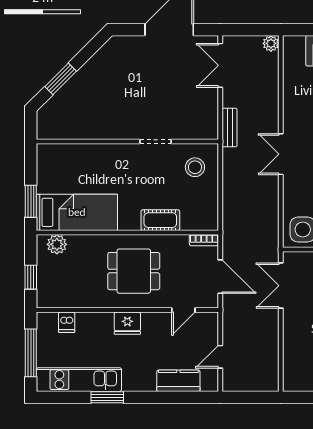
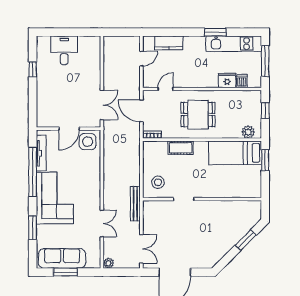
bench: (230, 128) -> (135, 204), width x1.36
double door: (281, 154) -> (102, 223), moved
fridge: (127, 323) -> (227, 80), moved

